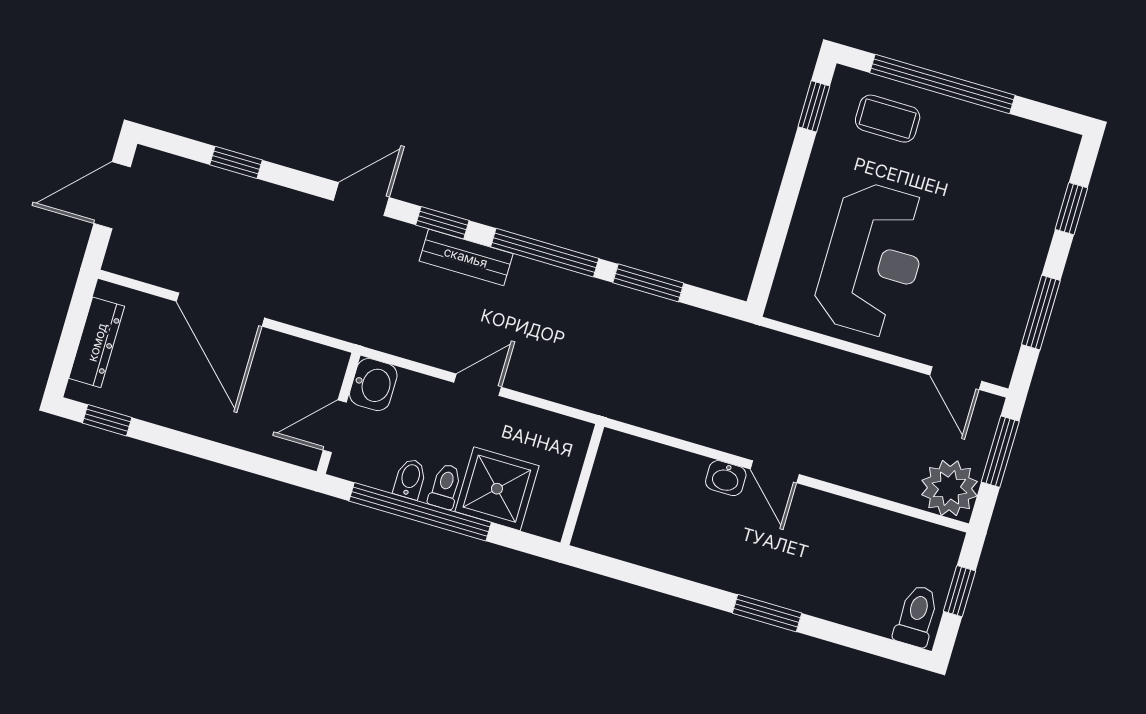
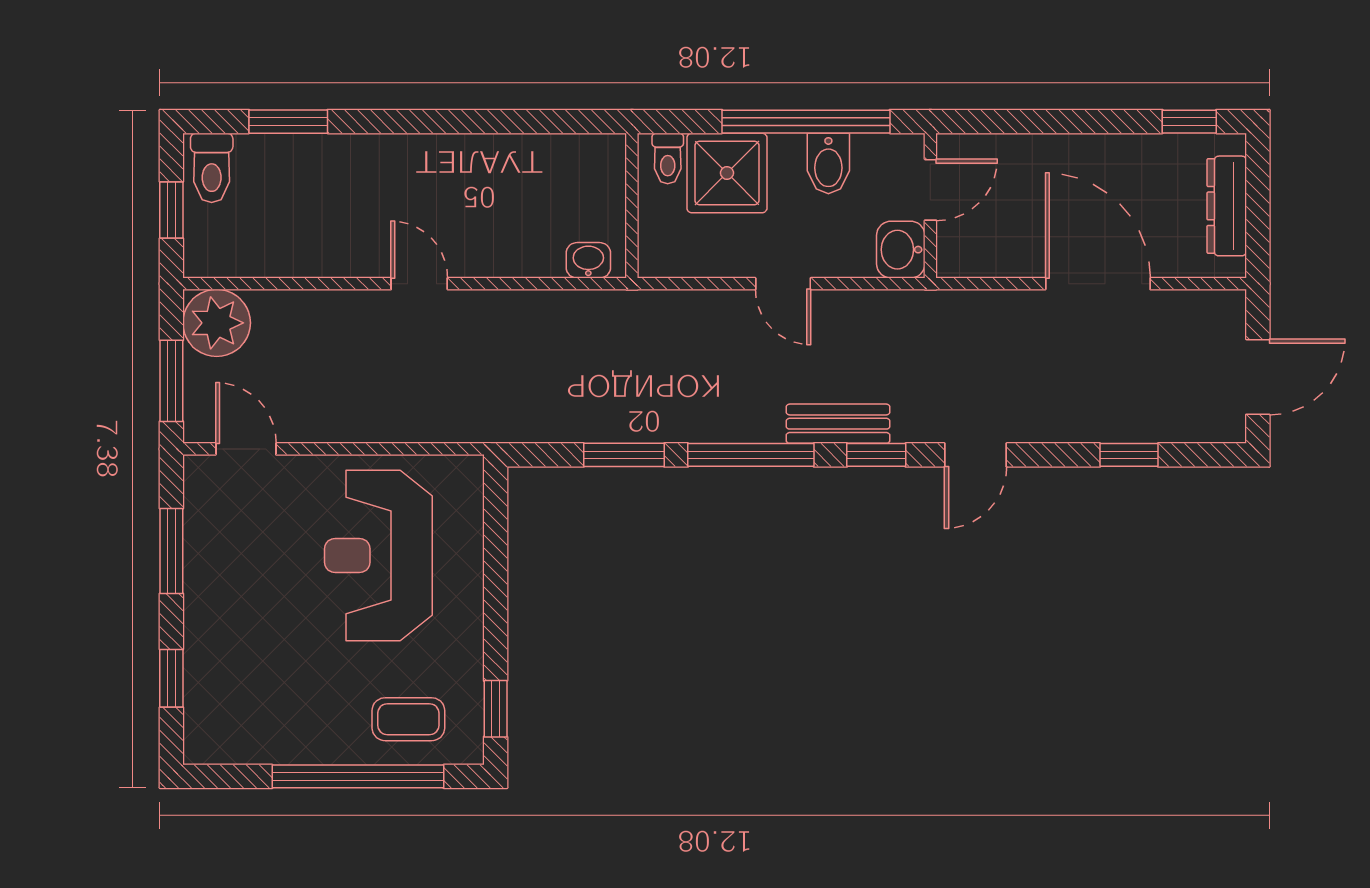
door: (478, 385) -> (783, 284), hinge flipped
washbasin: (726, 478) -> (588, 260), moved
bidet: (410, 479) -> (828, 164), width x1.38, depth x1.36
toilet: (445, 486) -> (668, 158), moved
window: (767, 613) -> (288, 122), moved

